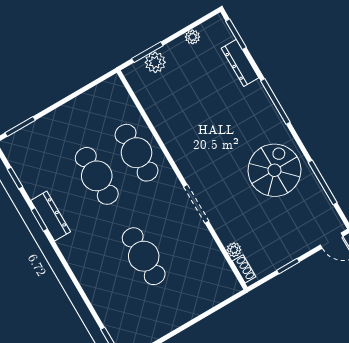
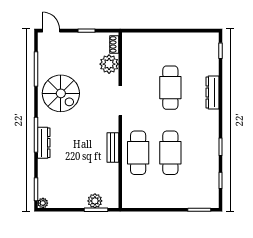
plant: (193, 37) -> (43, 203), moved
dresser: (240, 63) -> (44, 143), moved
bench: (171, 141) -> (113, 148), added
spiral stairs: (275, 170) -> (61, 93), turned -90
dresser: (51, 216) -> (212, 93), moved
plant: (234, 250) -> (109, 64), width x1.88, depth x1.88

